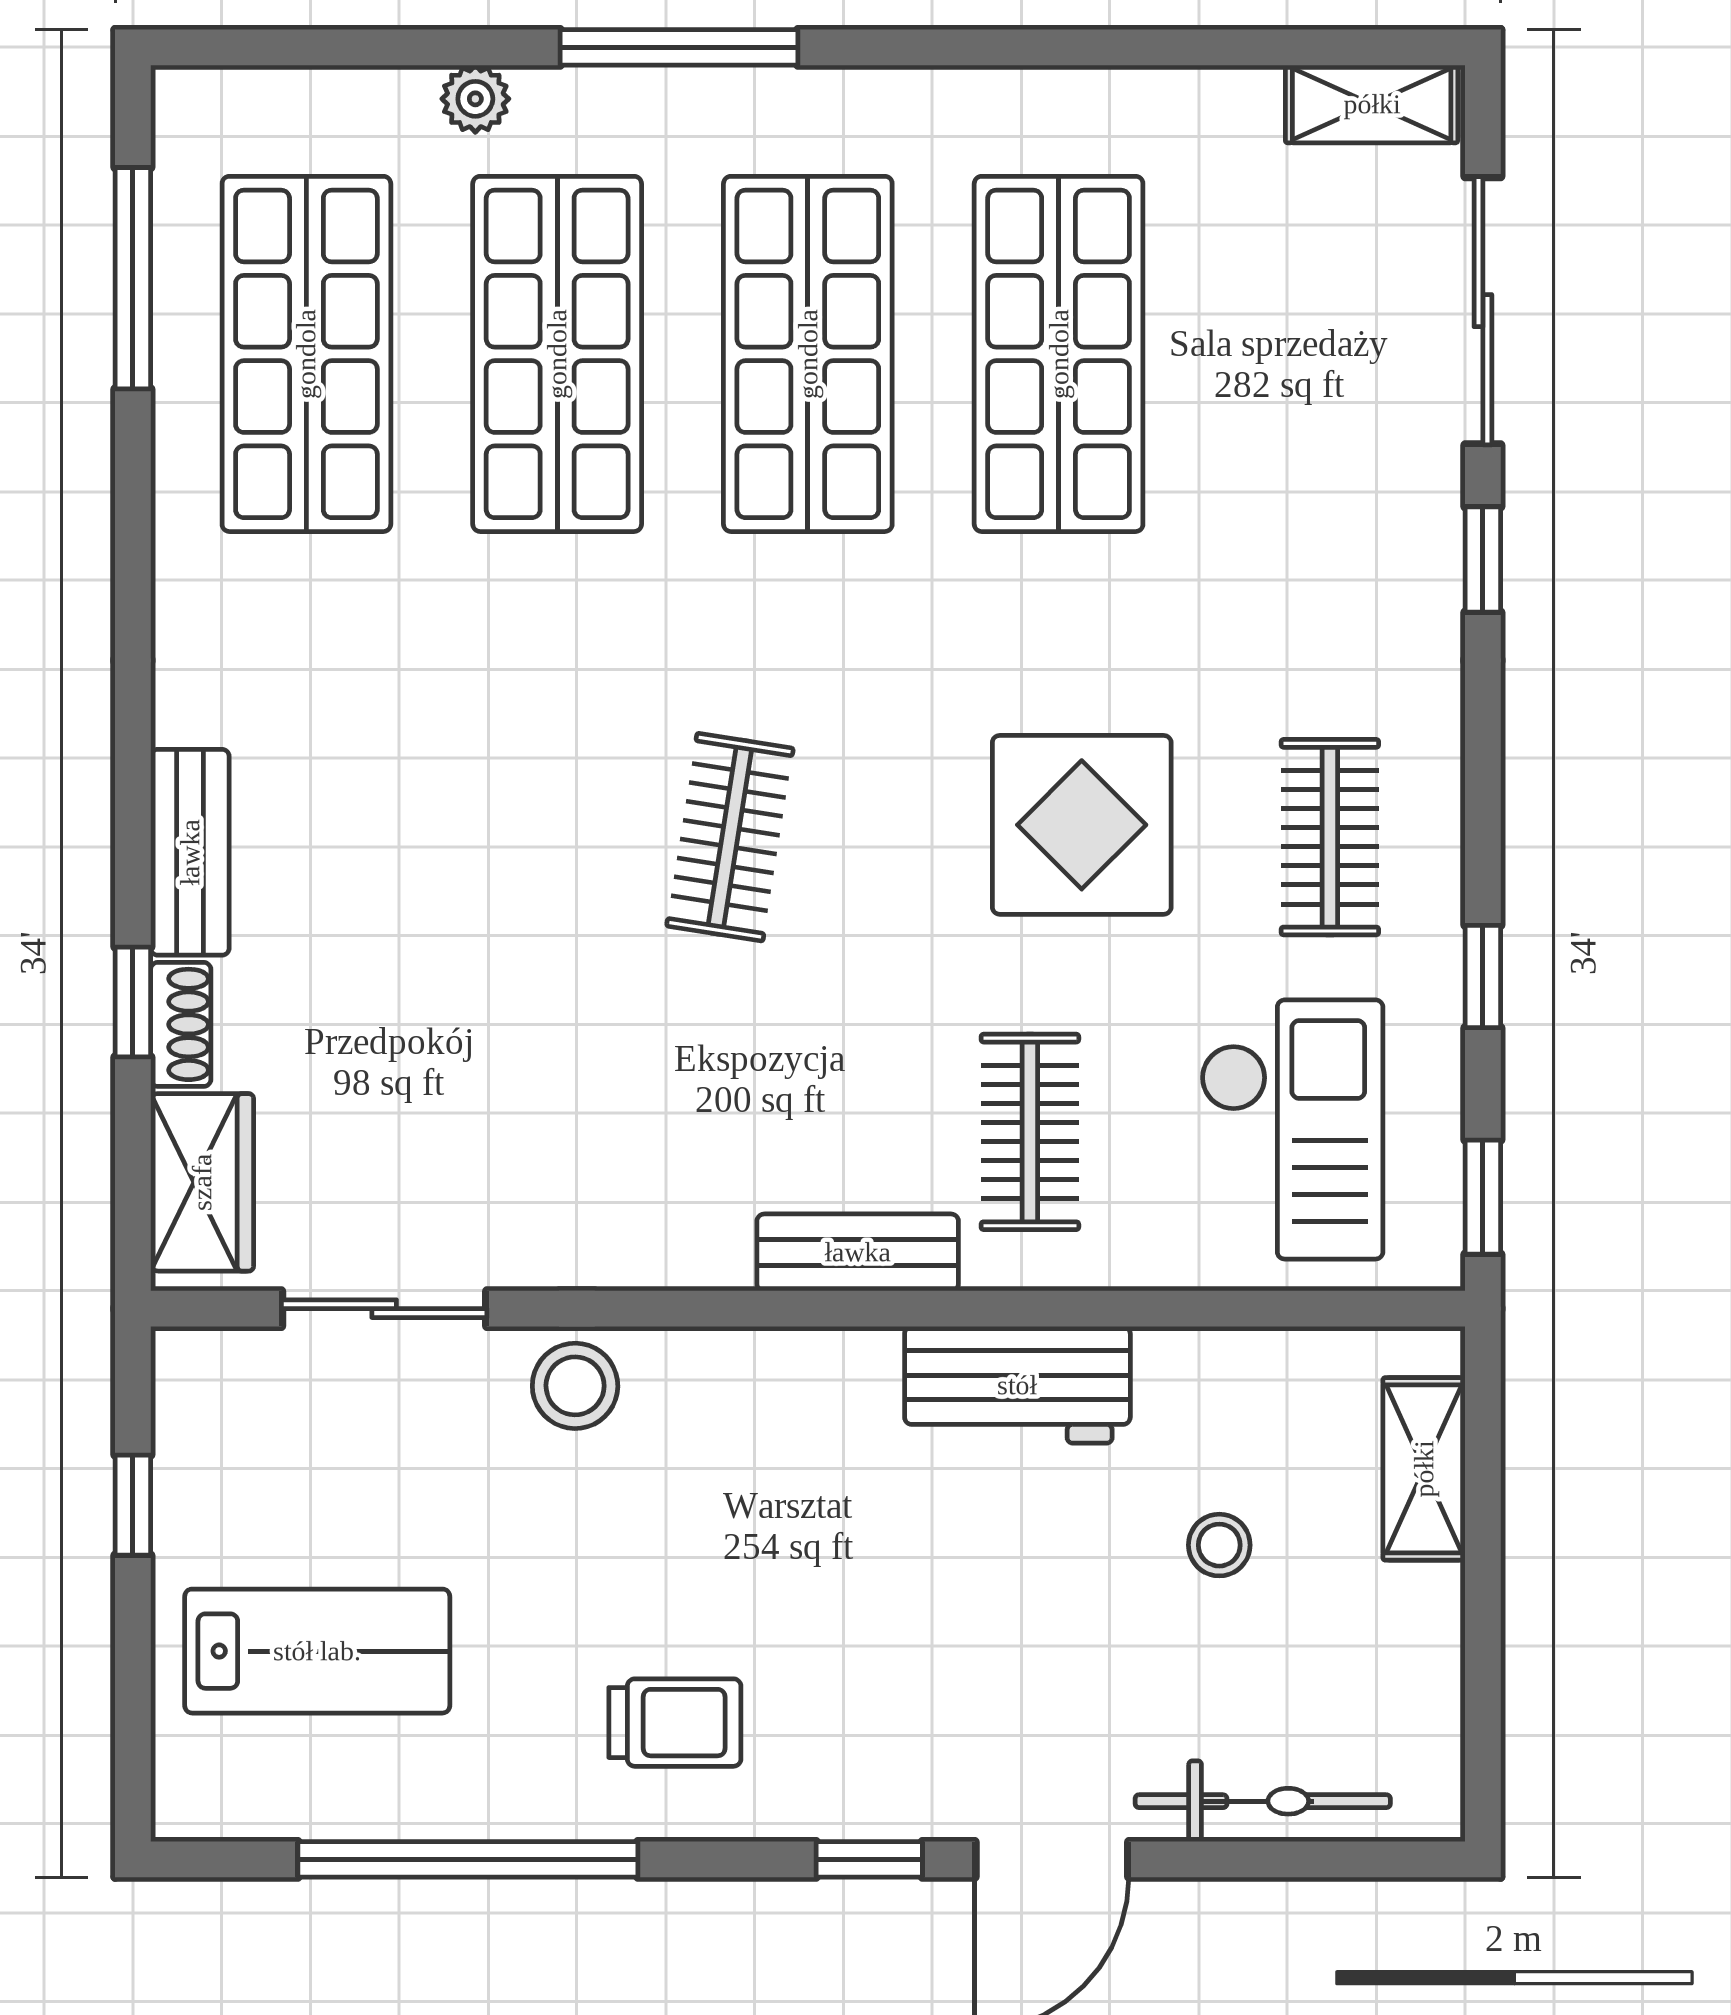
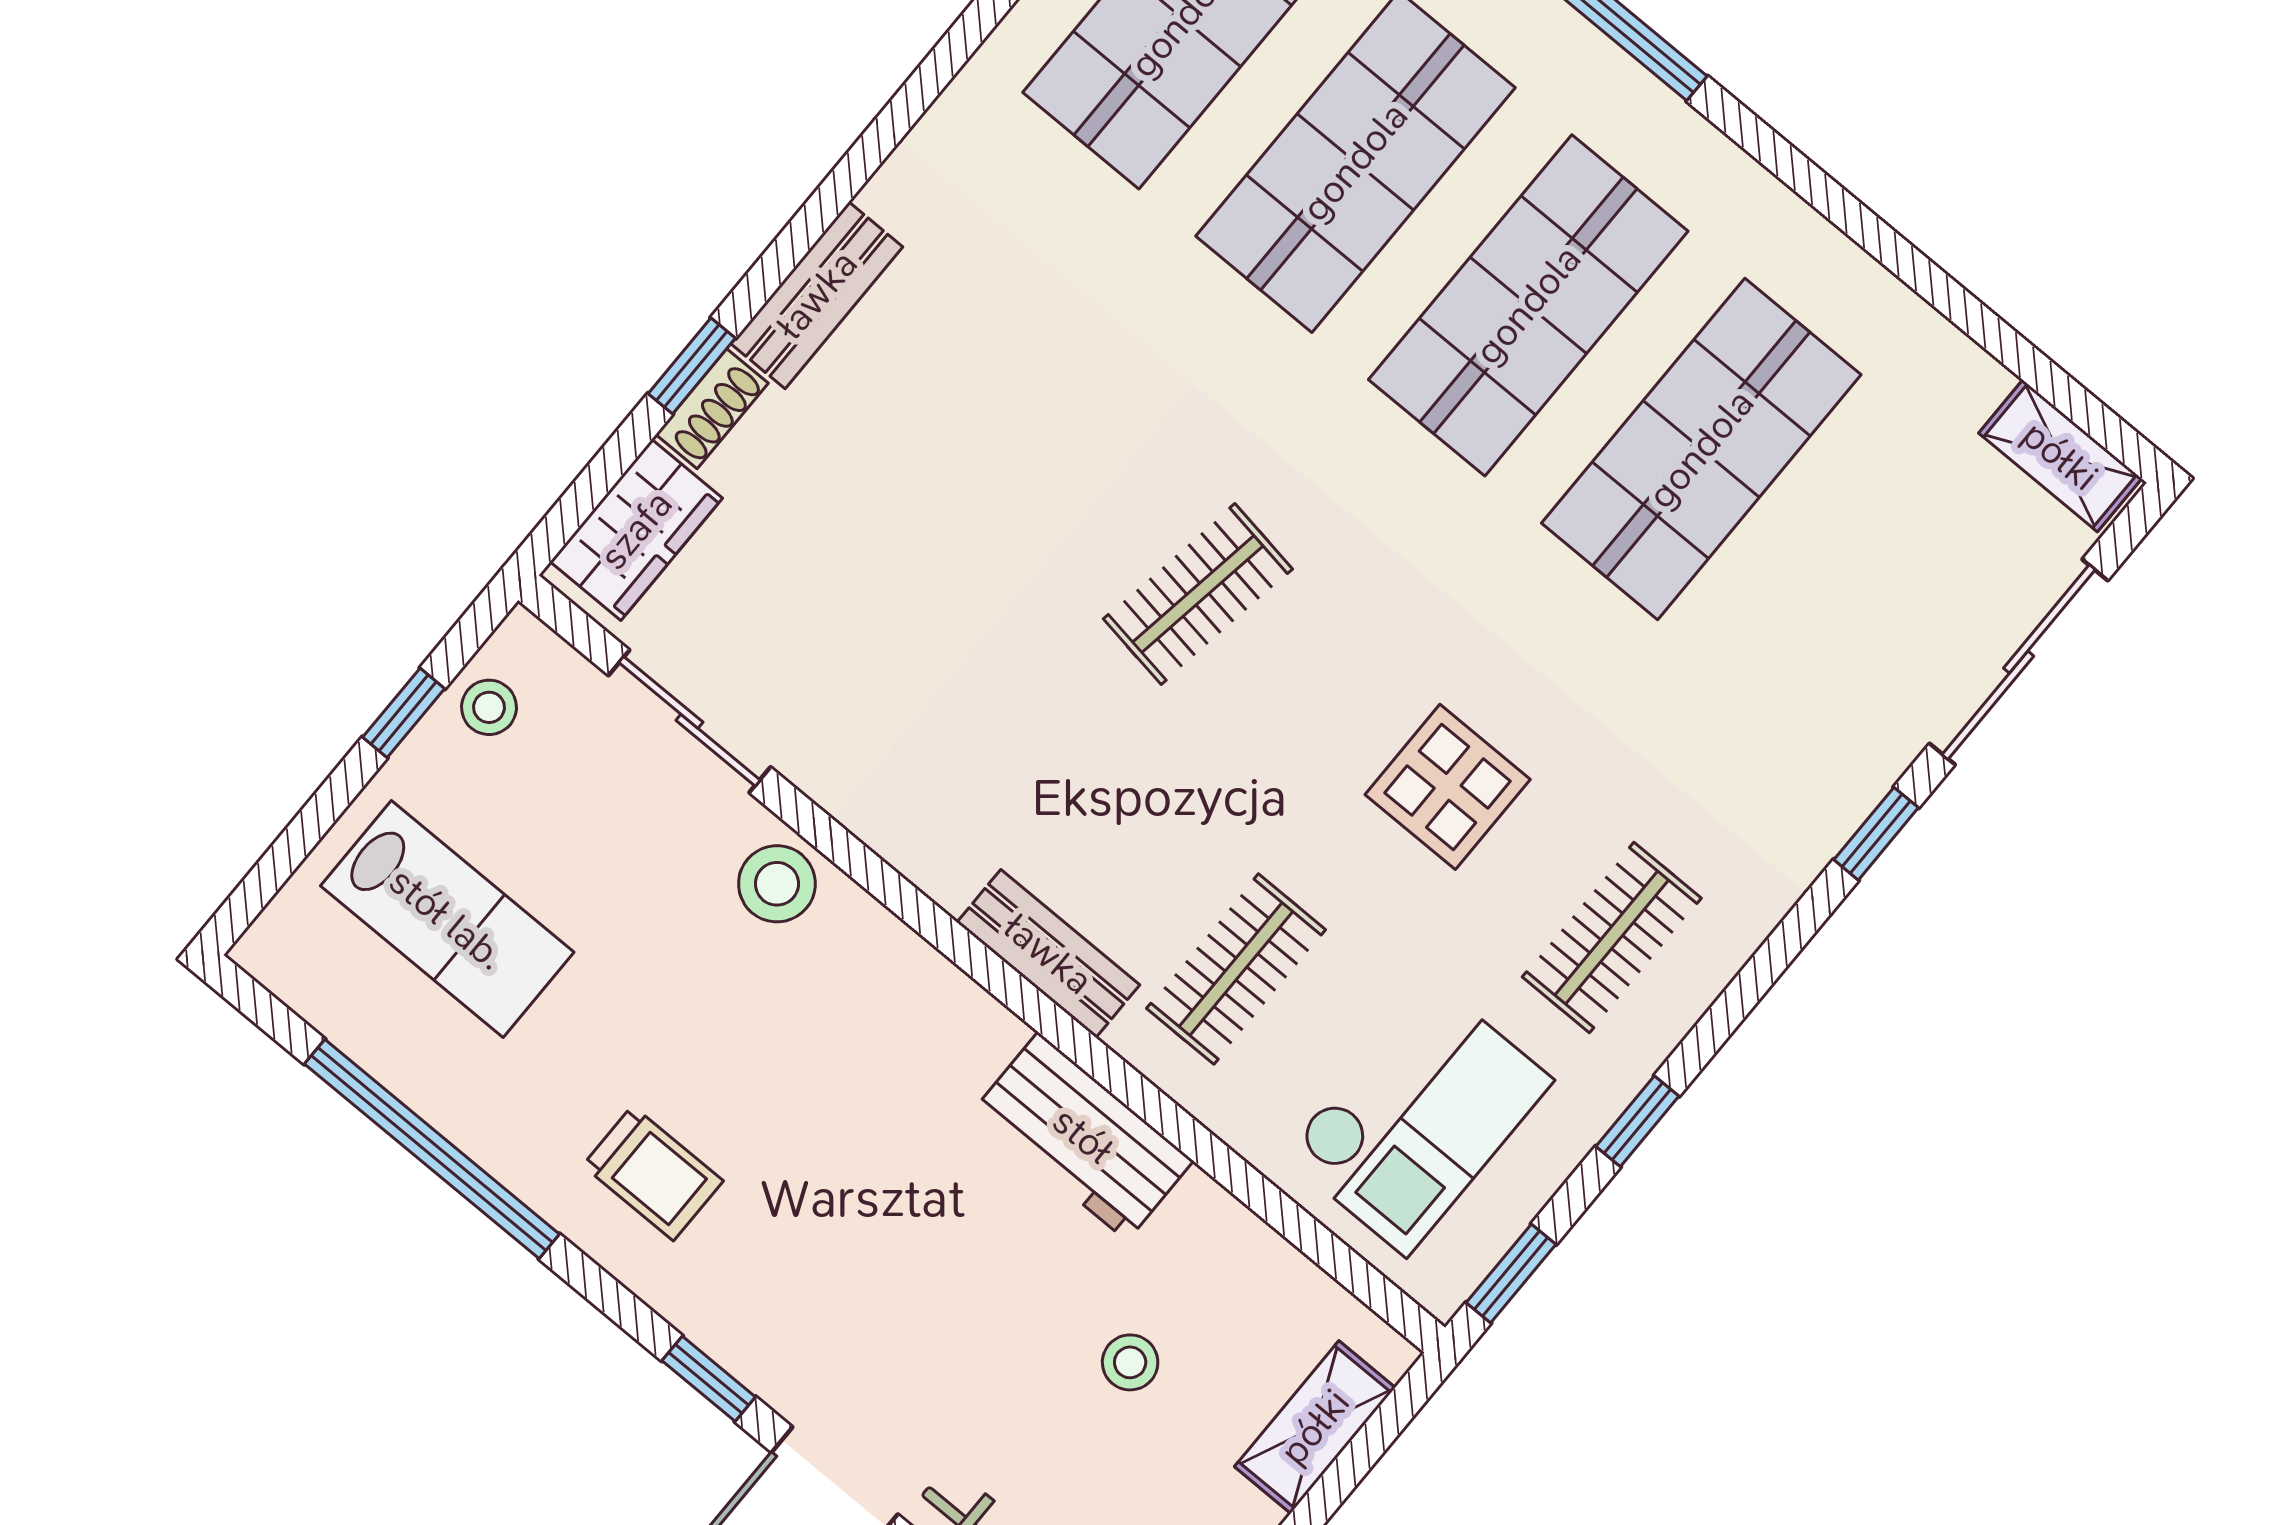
display table: (1082, 825) -> (1448, 787), width x0.73, depth x0.73
stool: (202, 1440) -> (489, 707), added

